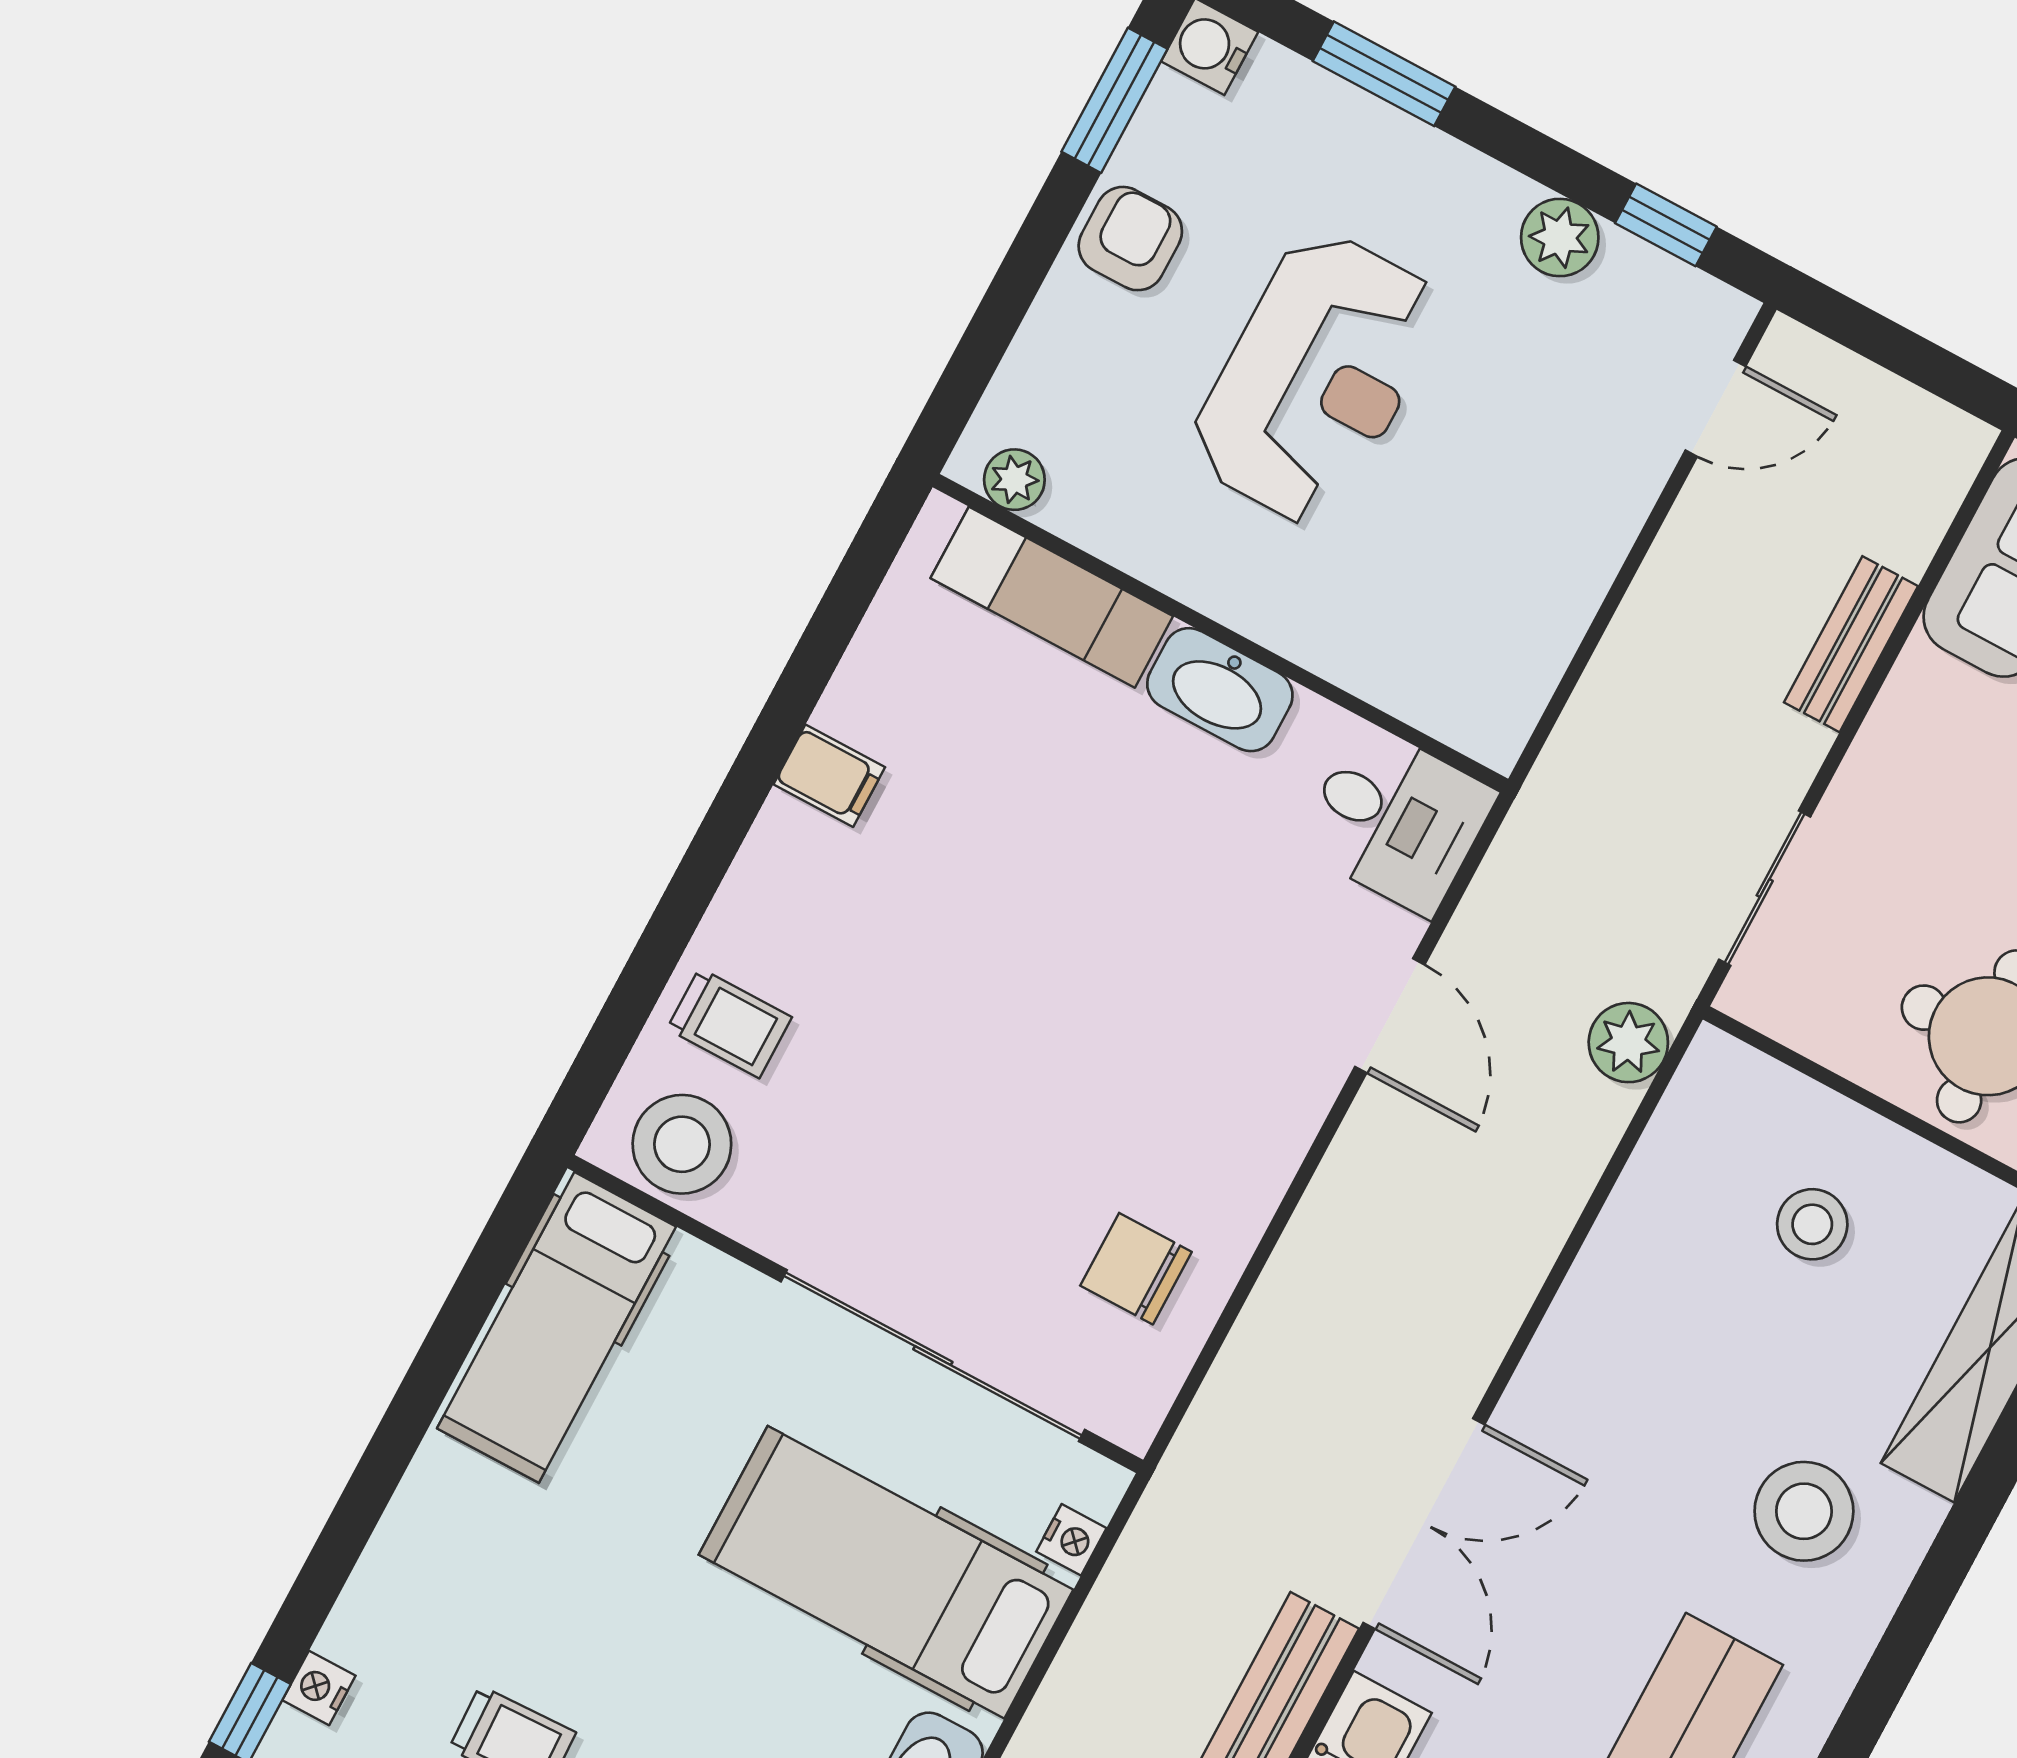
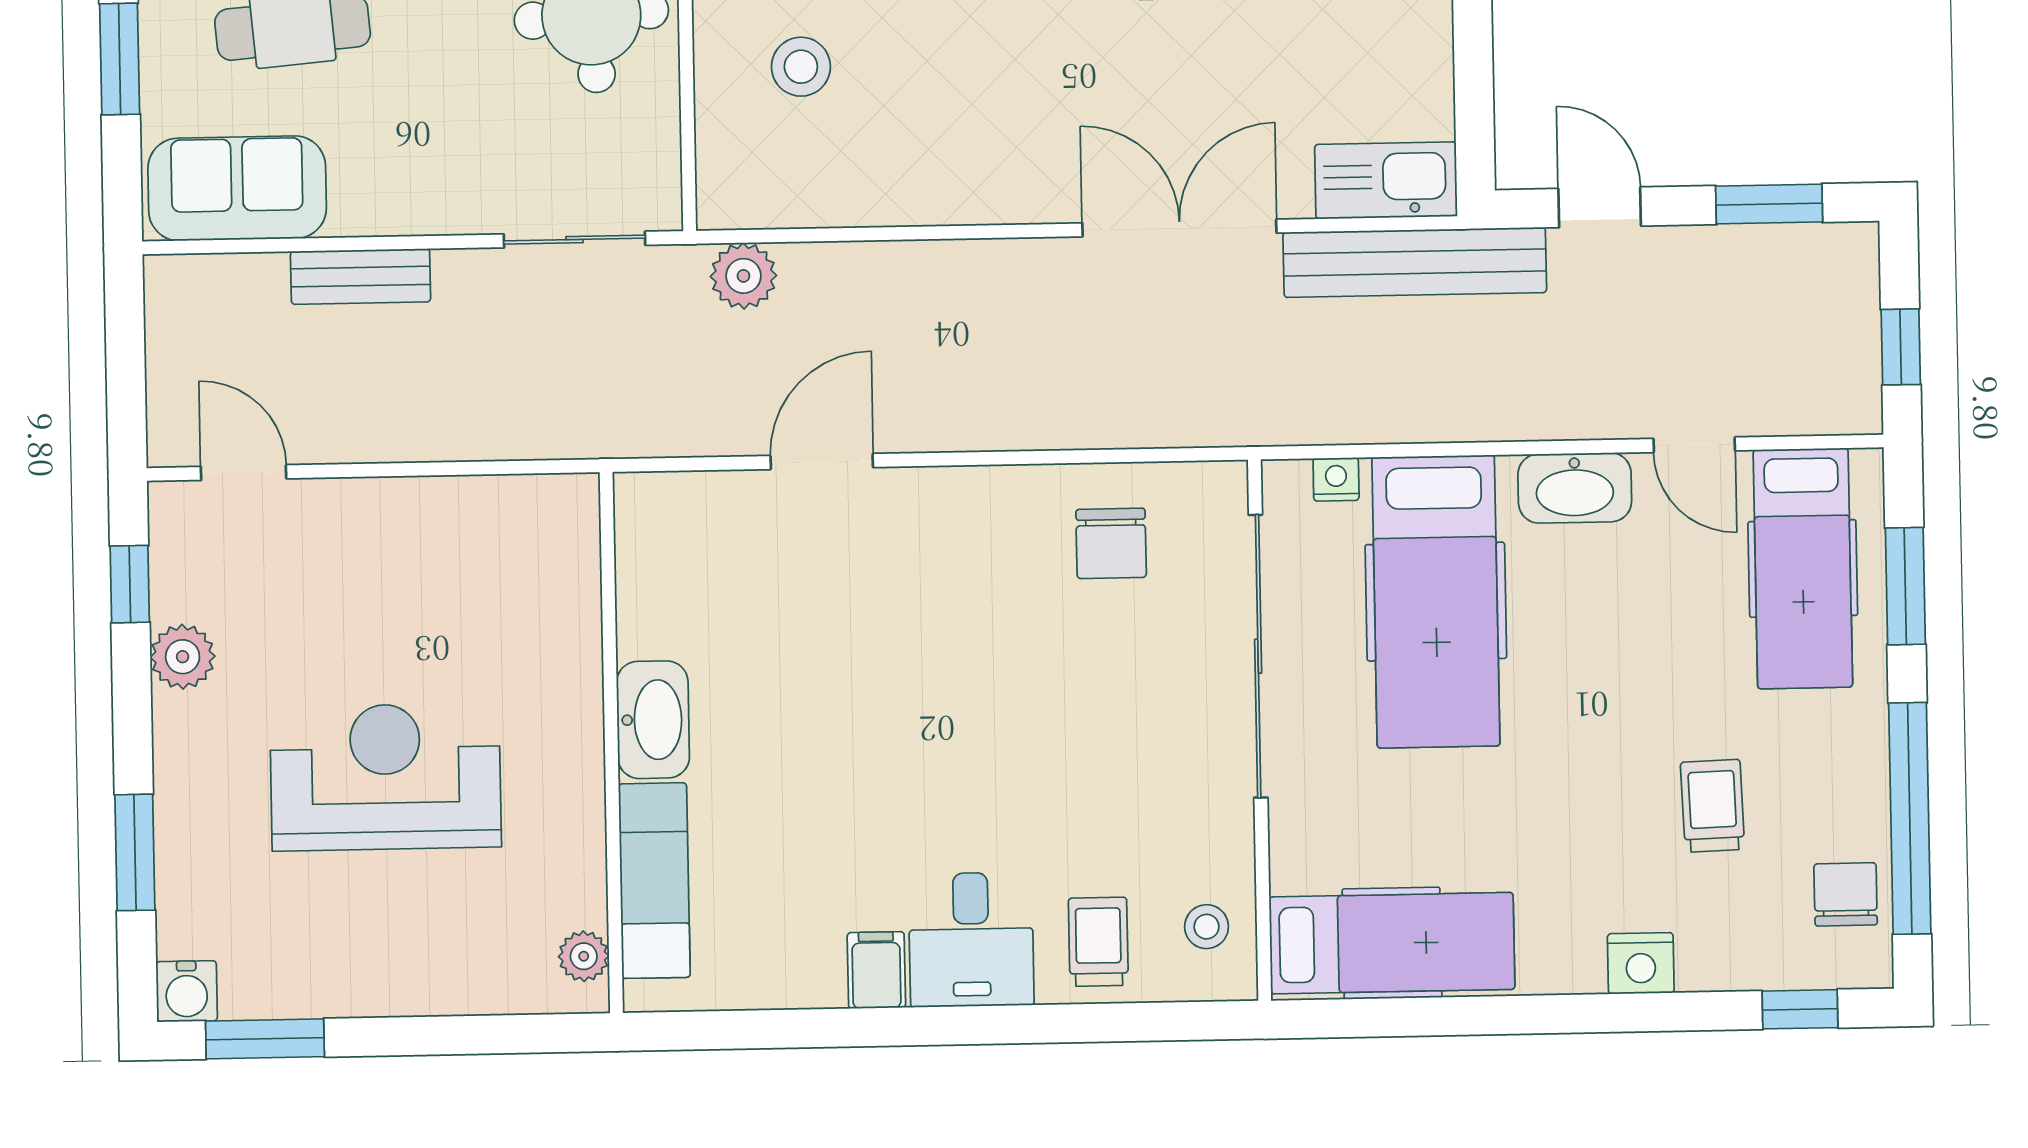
armchair: (1130, 239) -> (360, 970), removed
desk: (1396, 819) -> (971, 940), moved, turned 180
stool: (682, 1144) -> (1207, 927), width x0.53, depth x0.53
nightstand: (319, 1688) -> (1641, 963), moved, width x1.39, depth x1.35

